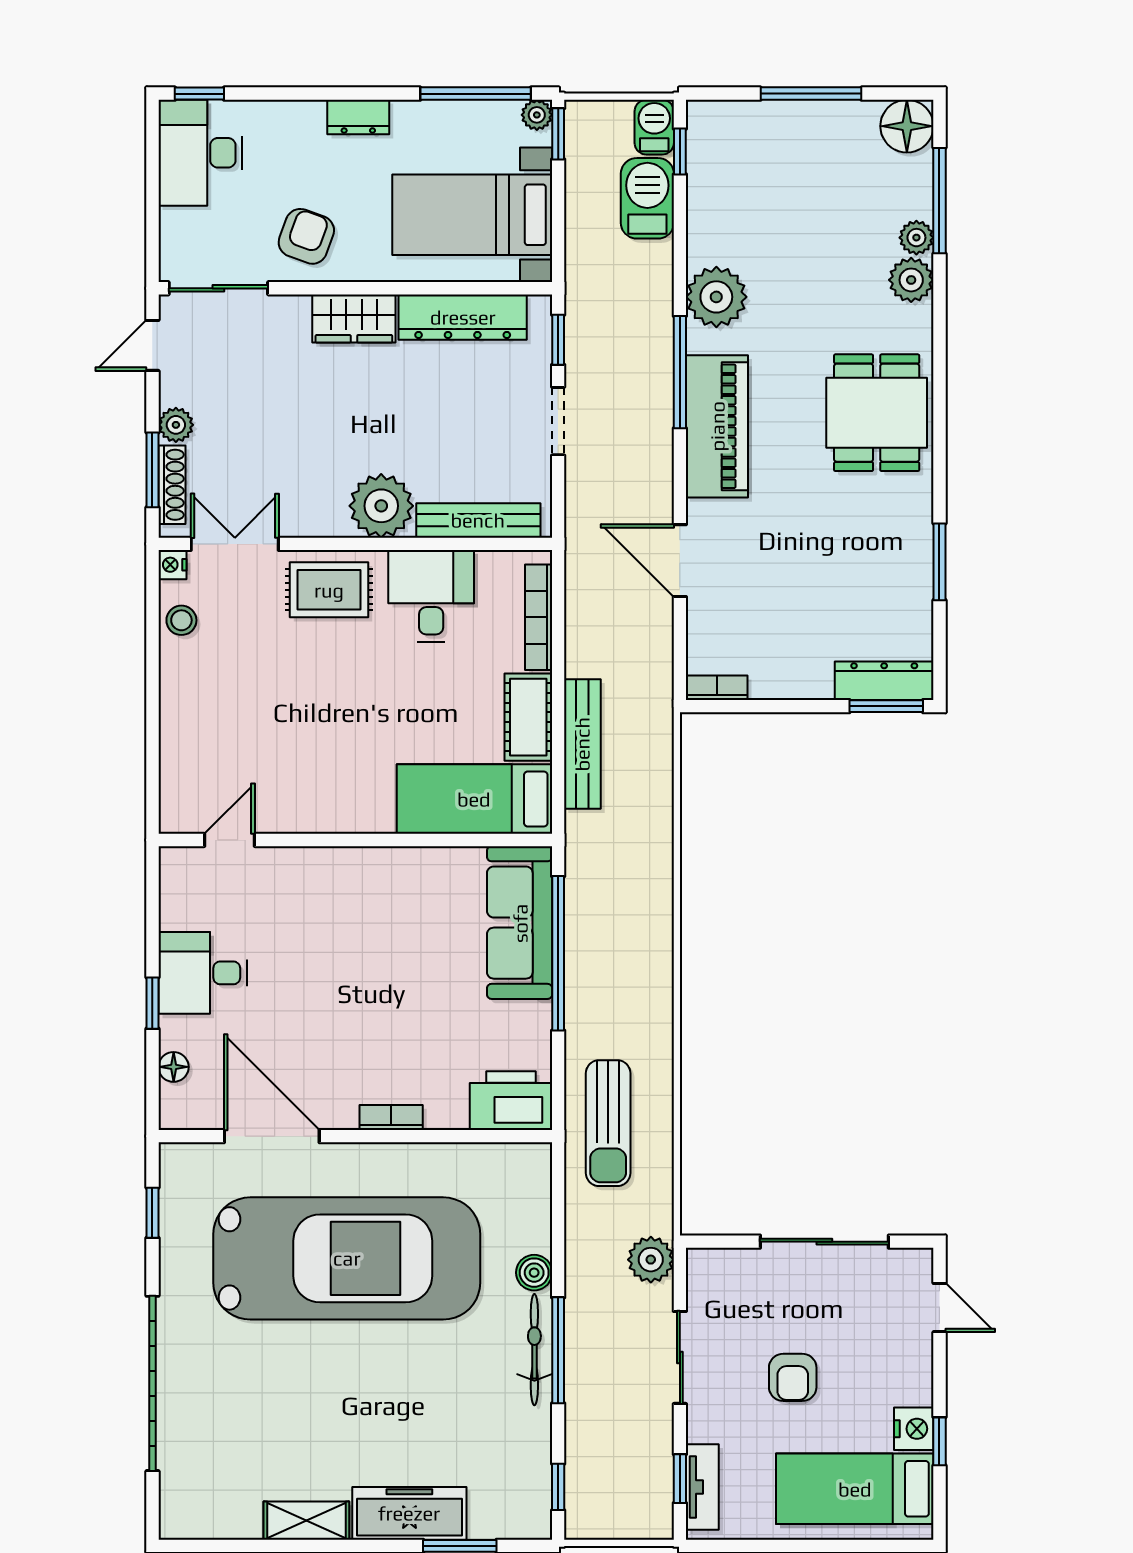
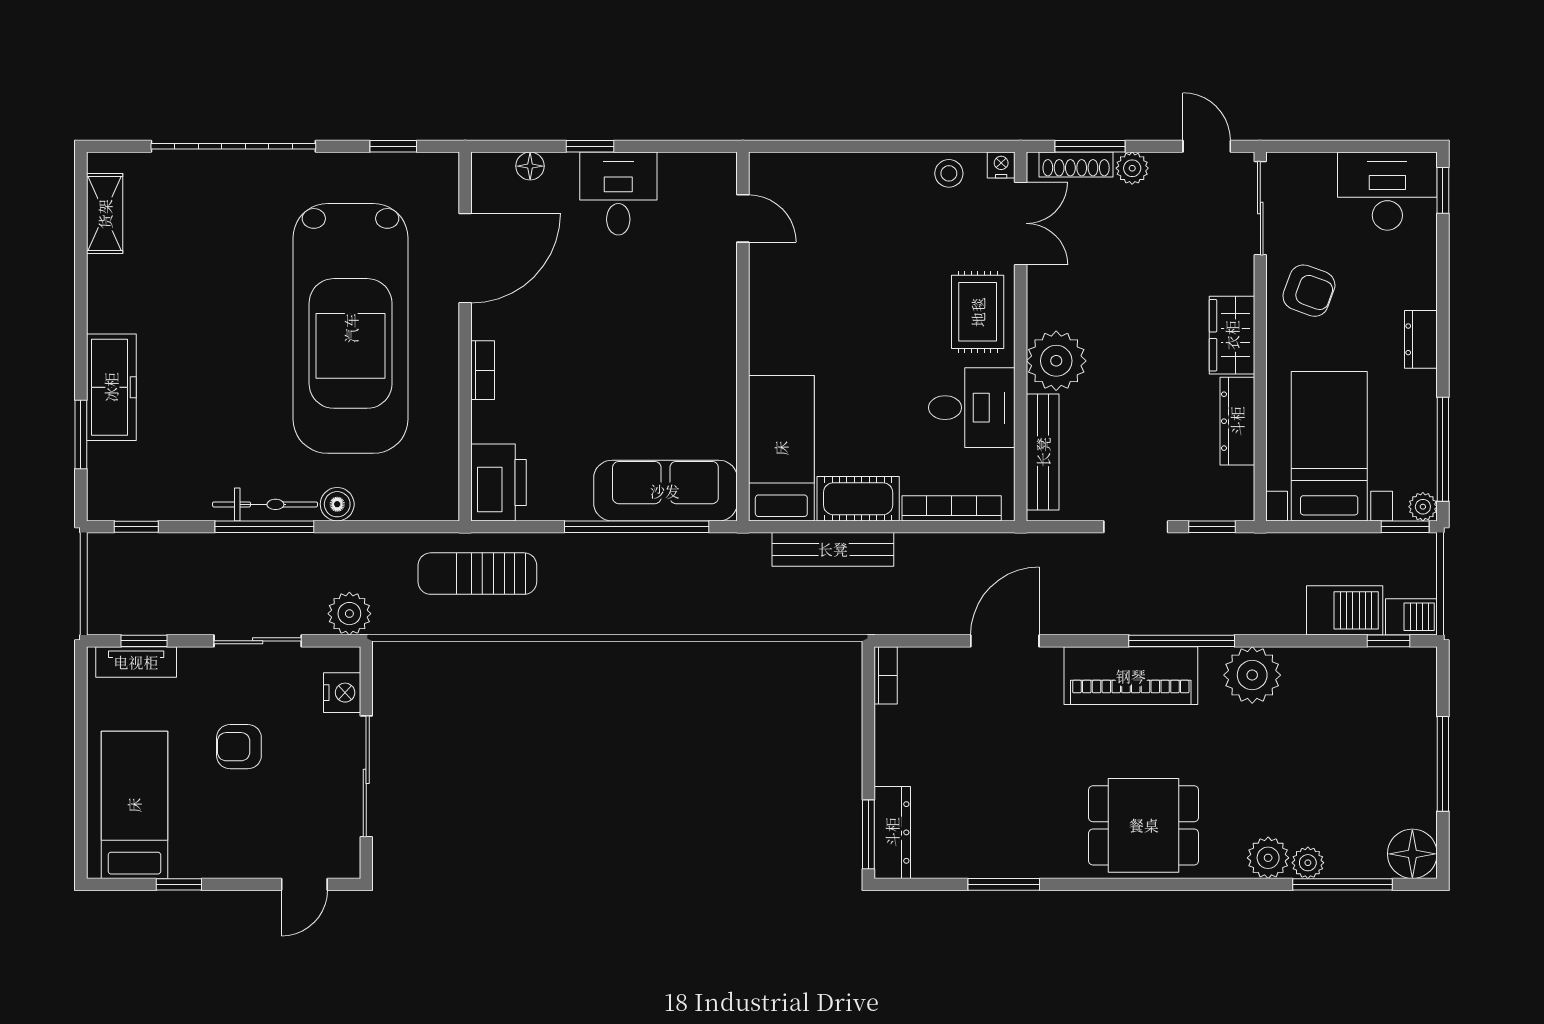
dresser: (463, 317) -> (1237, 421), width x0.73, depth x0.80
nightstand: (914, 1429) -> (342, 693), moved, turned -90
shelving: (306, 1521) -> (105, 214), moved

